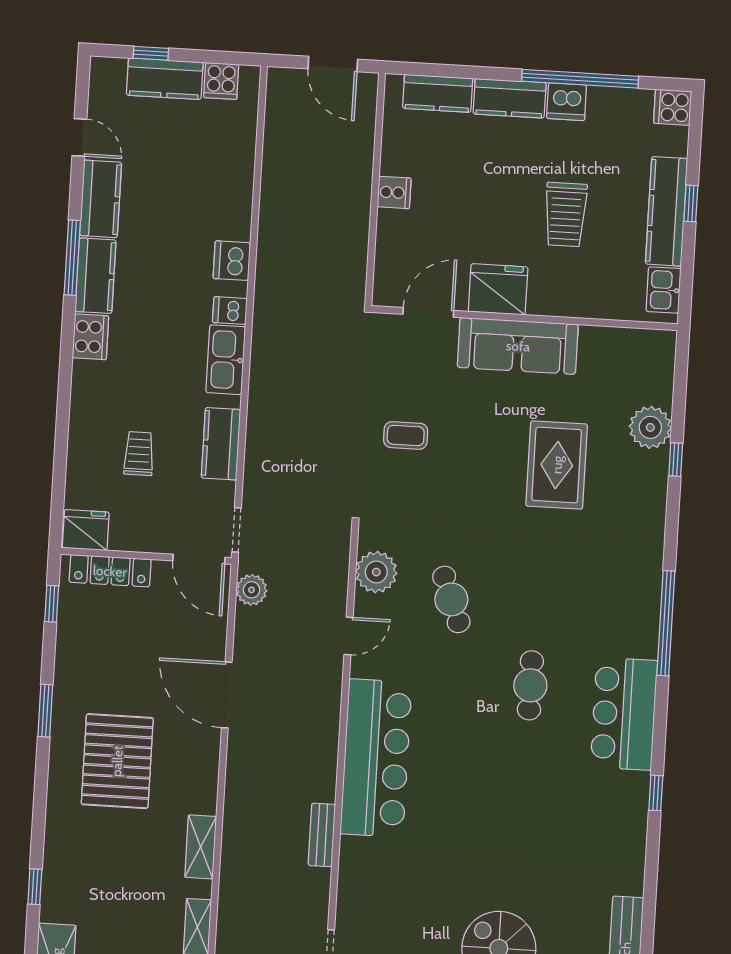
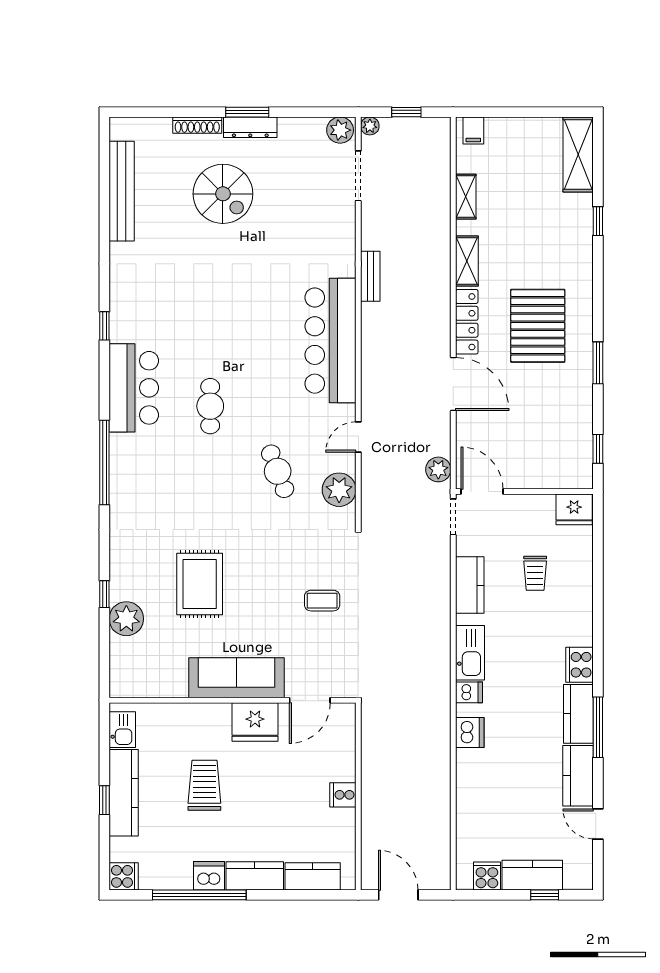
locker: (110, 571) -> (467, 322), moved, turned 90

